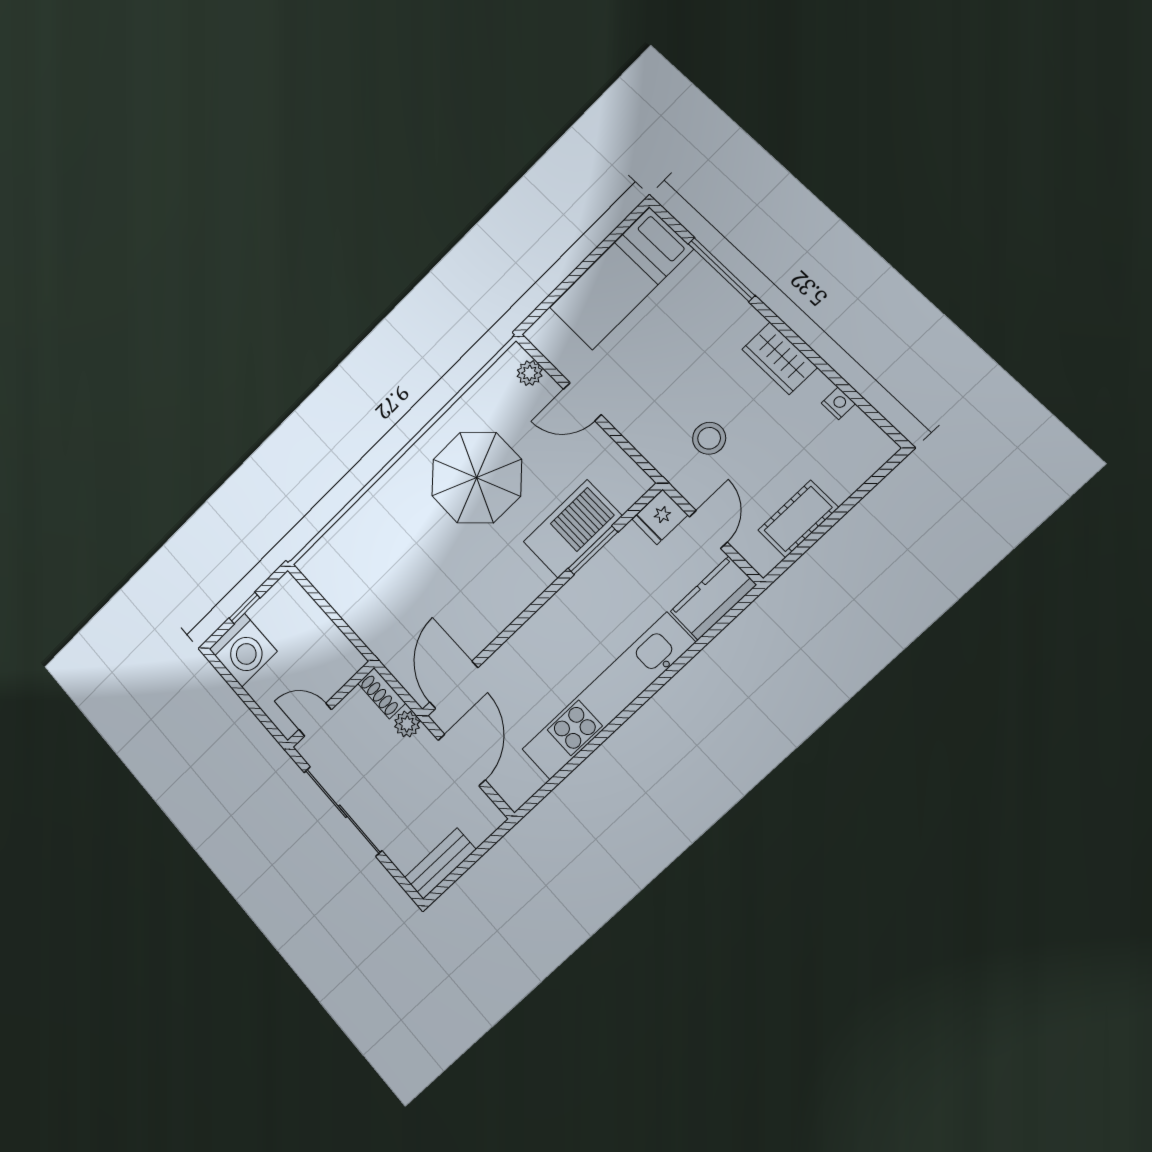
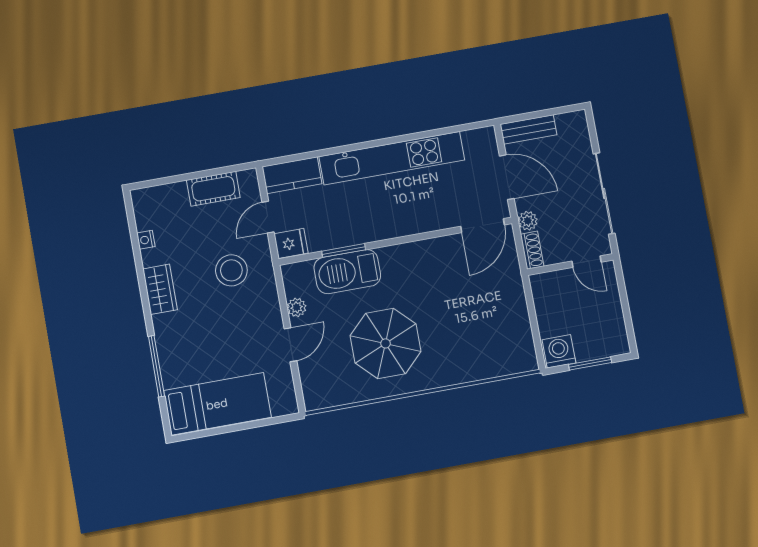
plant: (530, 373) -> (297, 307), moved
door: (582, 402) -> (290, 345), hinge flipped
stool: (709, 438) -> (231, 270), width x1.38, depth x1.38
window: (244, 608) -> (590, 363), width x1.50
washing machine: (243, 650) -> (559, 351), moved, width x0.73, depth x0.73
door: (462, 760) -> (507, 177), swing flipped
bench: (440, 864) -> (528, 129), moved

